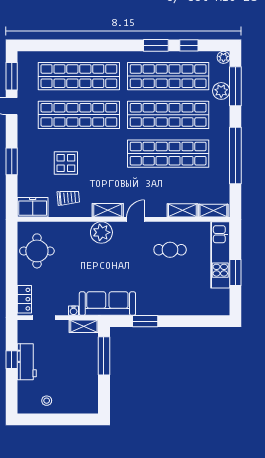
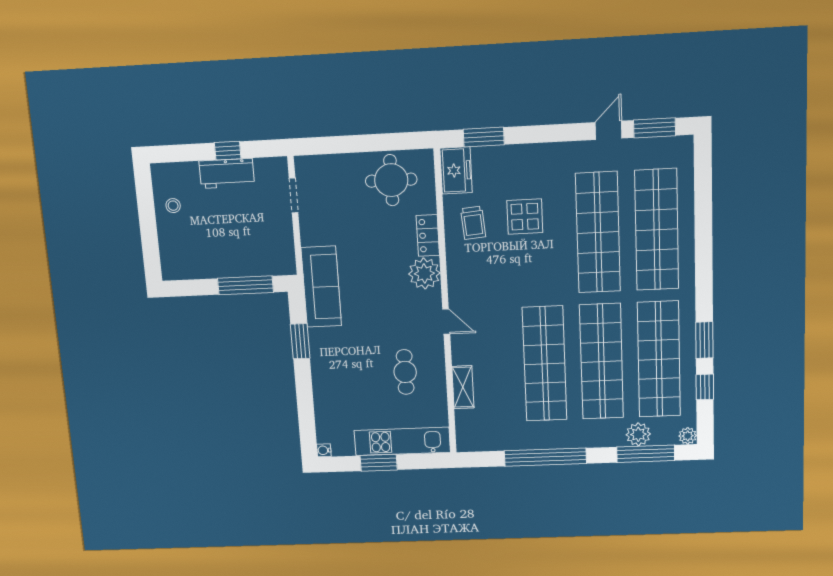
window: (12, 161) -> (484, 137), moved
shelving: (108, 210) -> (457, 281), removed
shelving: (213, 211) -> (465, 430), removed
locker: (24, 299) -> (428, 235), moved, turned 90
water cooler: (74, 311) -> (324, 450), moved
shelving: (84, 326) -> (286, 254), removed

